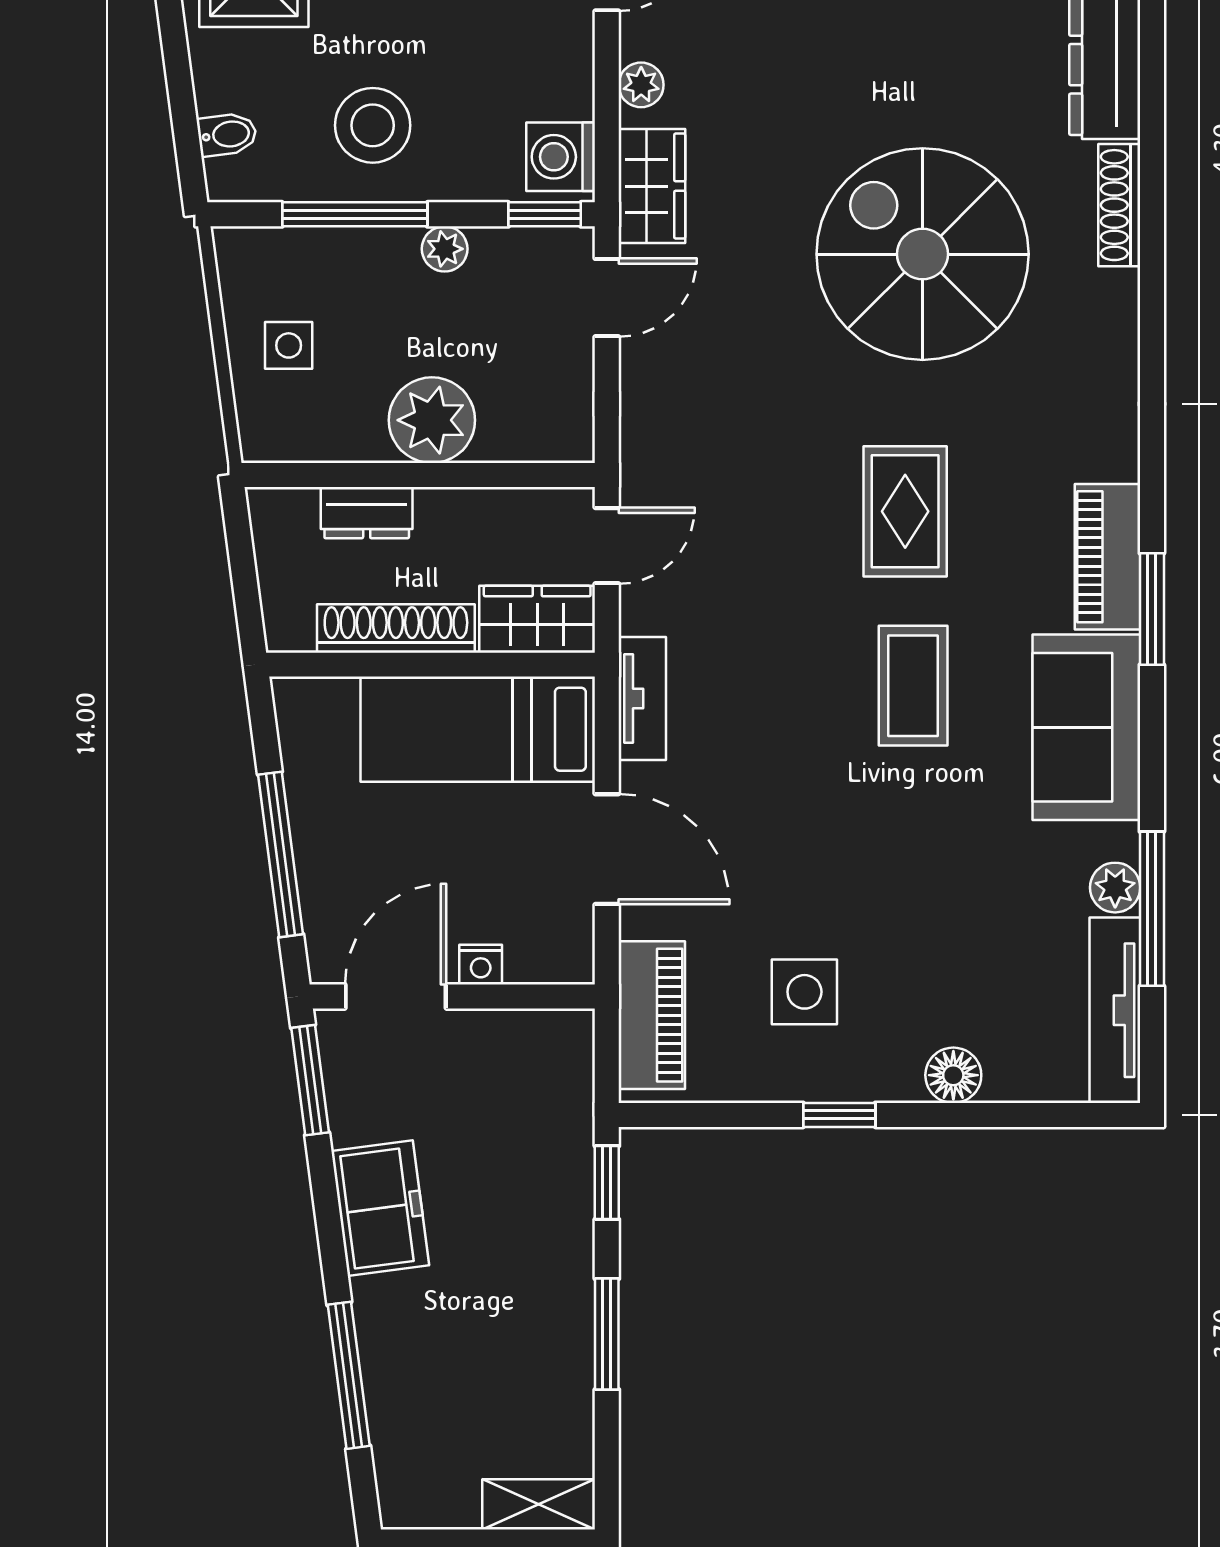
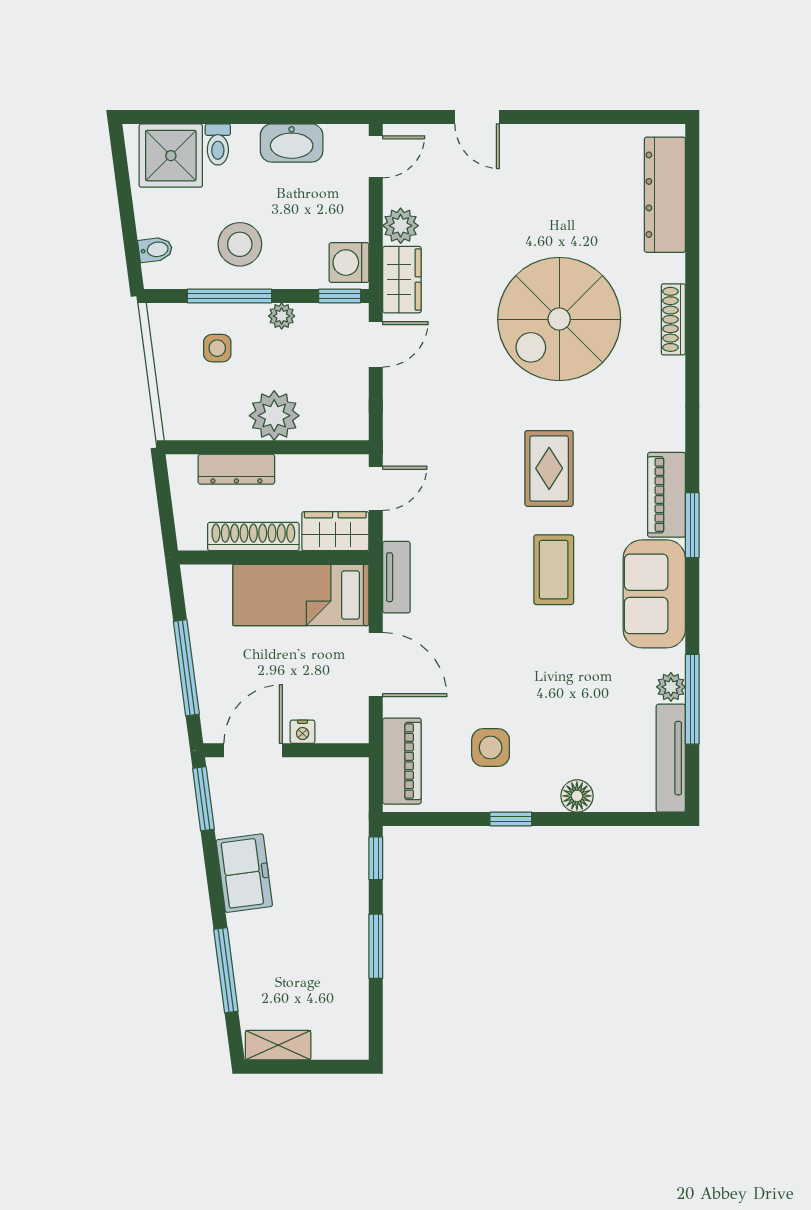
plant: (641, 85) -> (401, 226), width x1.38, depth x1.38
shoe rack: (1119, 205) -> (673, 319), moved
spiral stairs: (923, 254) -> (559, 319), turned -90
side table: (289, 345) -> (217, 348), moved
dresser: (367, 513) -> (236, 469), width x1.44
shelving: (539, 1504) -> (278, 1045), moved

